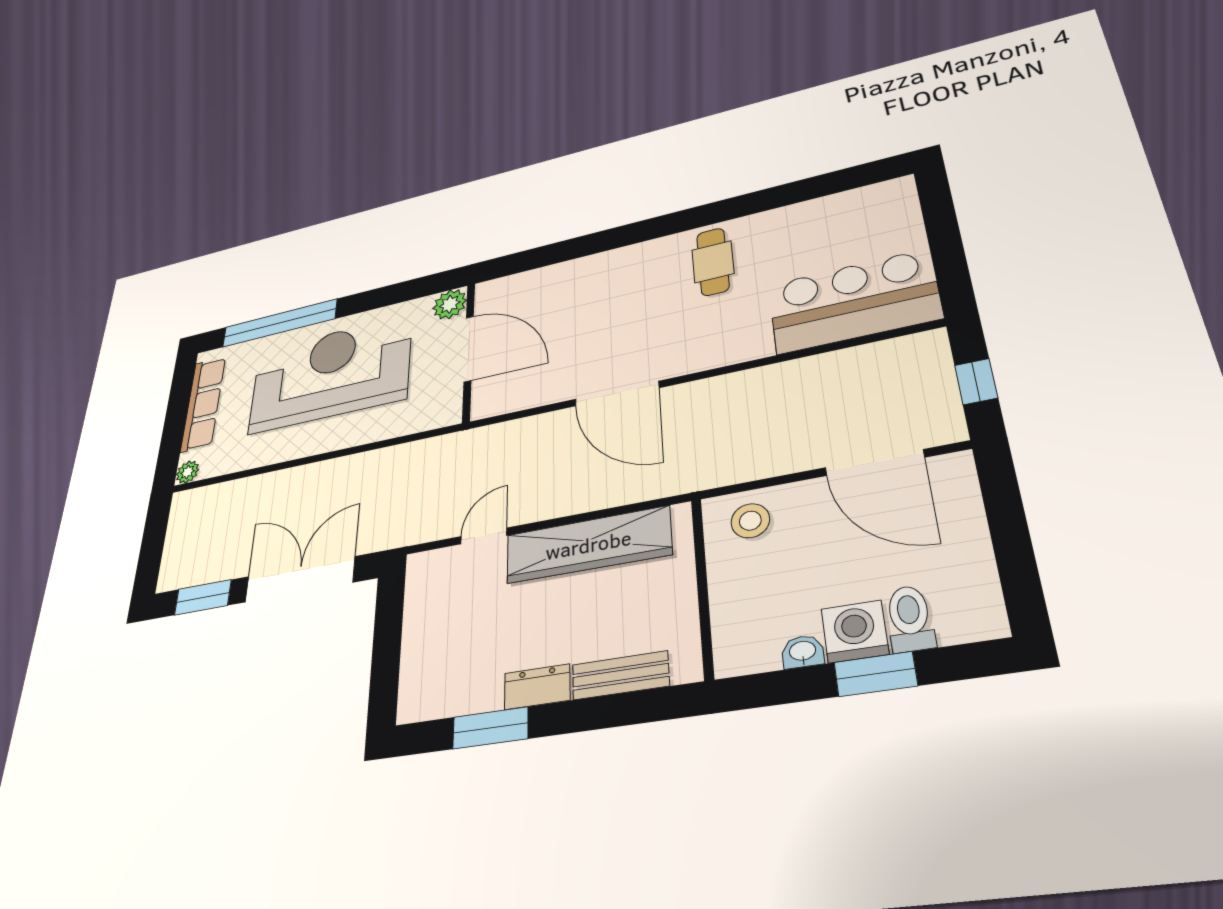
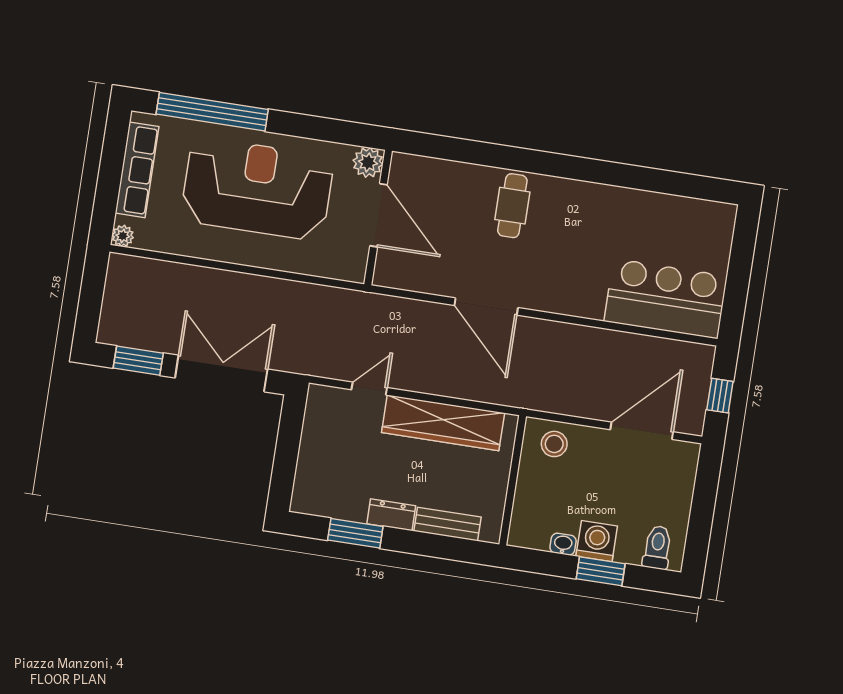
cafe table: (713, 262) -> (512, 206), moved
door: (874, 463) -> (642, 431), swing flipped
toilet: (910, 619) -> (657, 547), moved

